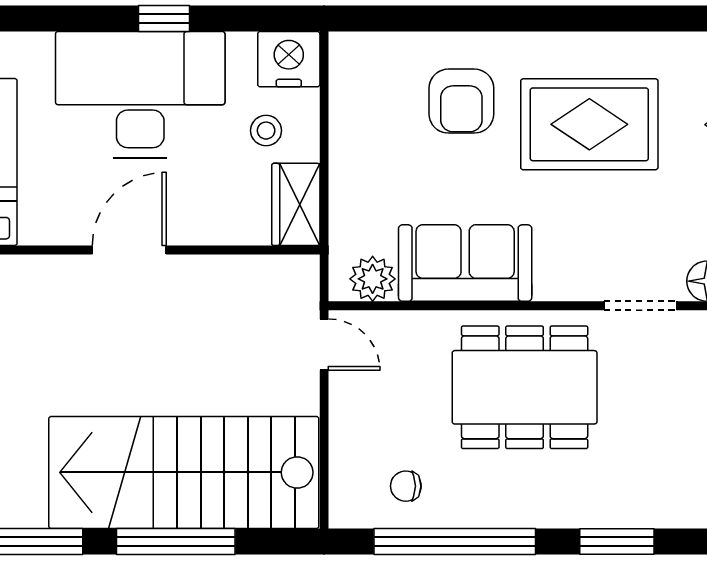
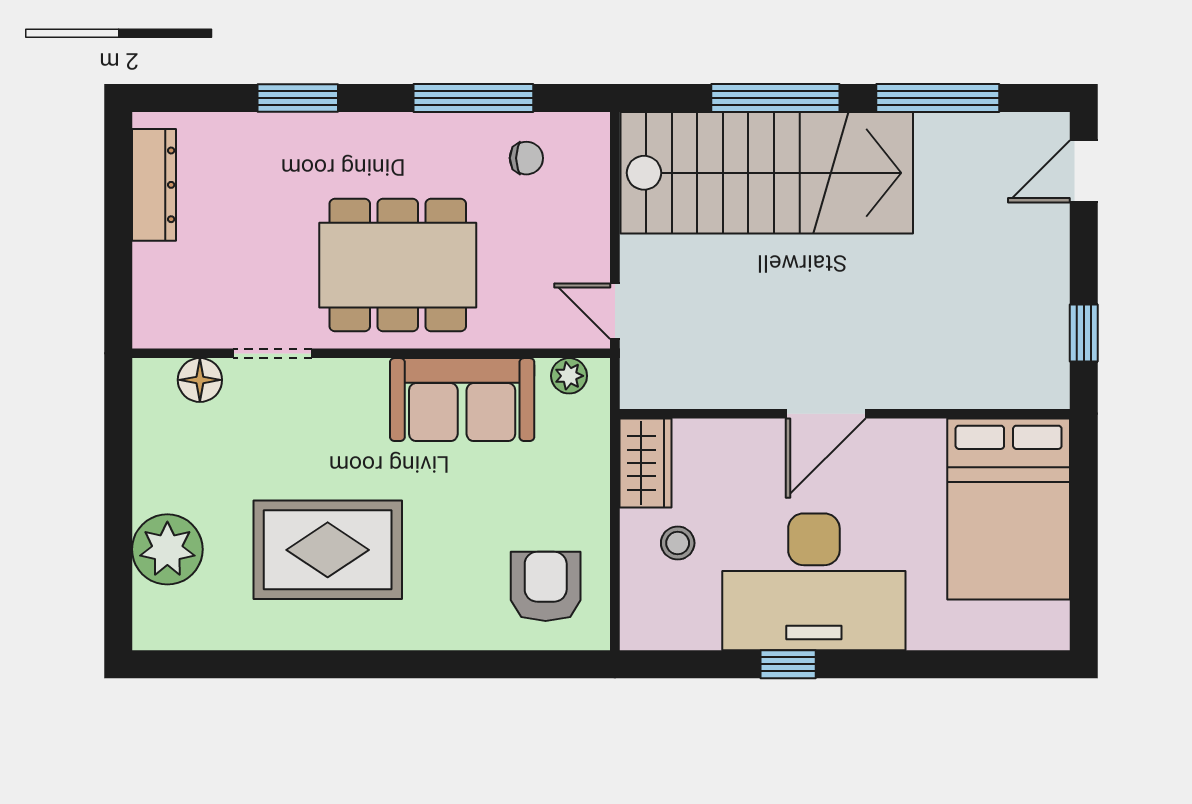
nightstand: (289, 59) -> (653, 620), removed
armchair: (461, 101) -> (546, 586), moved
plant: (373, 279) -> (569, 376), width x0.73, depth x0.73
window: (455, 542) -> (473, 98), width x0.68

